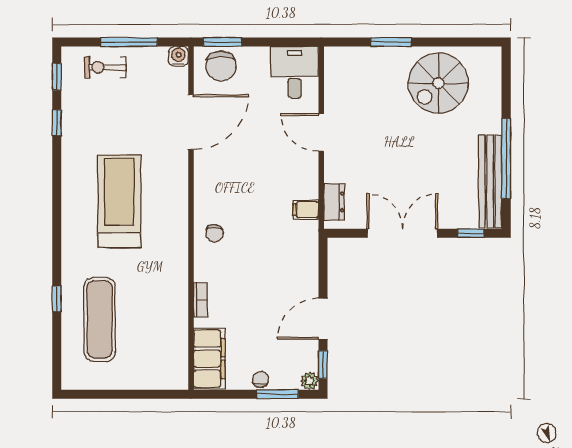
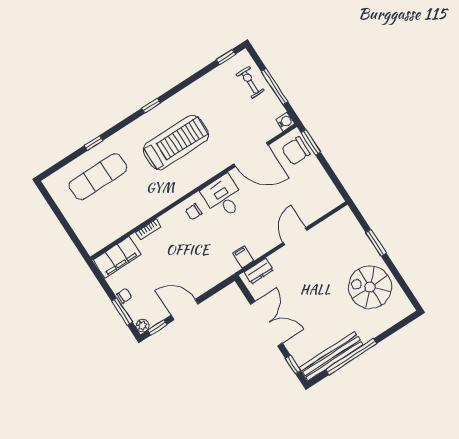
desk: (295, 72) -> (223, 197), moved, turned -90
window: (57, 123) -> (151, 106), moved

